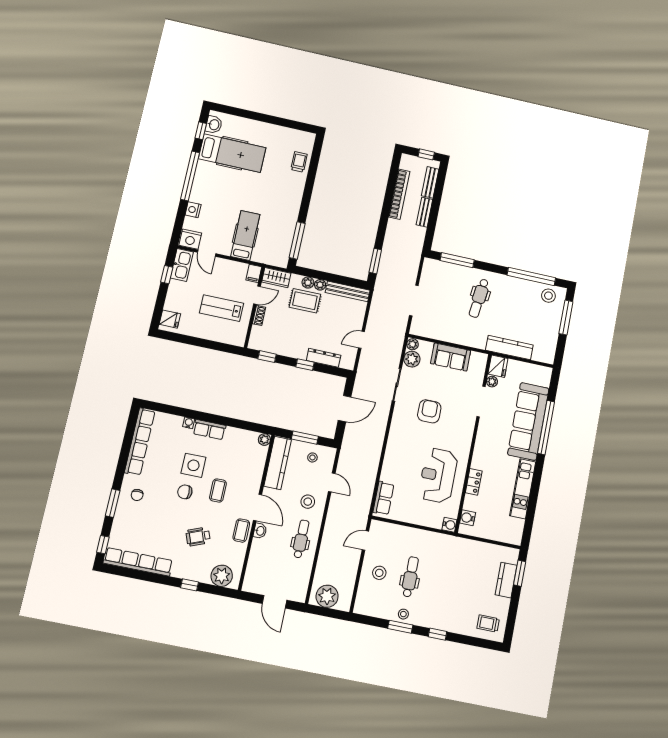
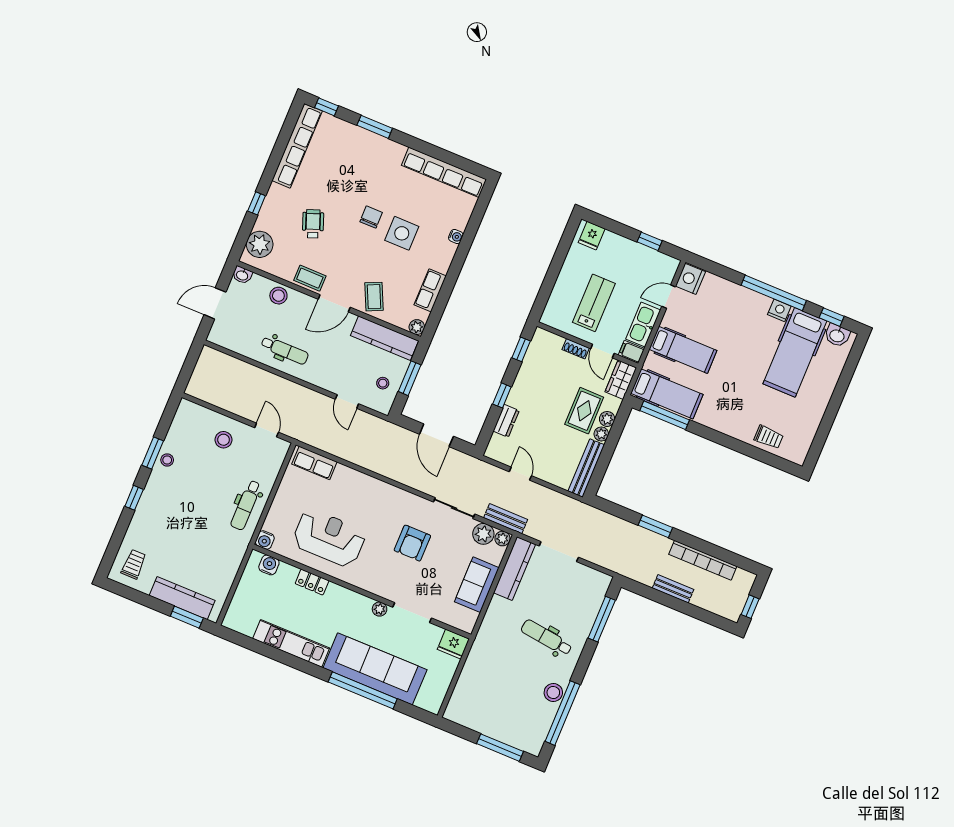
bench: (430, 182) -> (506, 519), moved
nightstand: (193, 210) -> (779, 310), moved
hospital bed: (281, 242) -> (667, 394), added
window: (375, 261) -> (655, 526), moved
kitchen sink: (182, 265) -> (643, 325), moved, turned 90
stool: (548, 296) -> (553, 692), moved
kitchen counter: (509, 348) -> (514, 569), moved
dresser: (324, 358) -> (506, 421), width x0.70
plant: (492, 382) -> (380, 609), moved
armchair: (429, 411) -> (412, 543), turned 90
row of seats: (209, 430) -> (430, 290), moved
door: (332, 482) -> (347, 401), hinge flipped
coffee table: (218, 490) -> (374, 297), moved, turned 65
chair: (137, 495) -> (379, 158), removed
stool: (308, 502) -> (278, 296), moved
washbasin: (260, 531) -> (242, 275), moved
dental chair: (410, 577) -> (246, 505), moved, turned 90
kitchen counter: (506, 580) -> (182, 598), width x1.50
plant: (327, 596) -> (208, 369), removed

